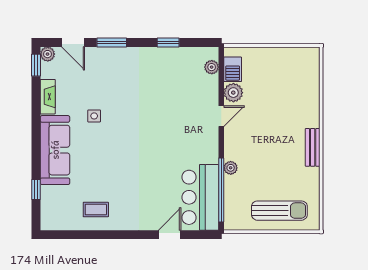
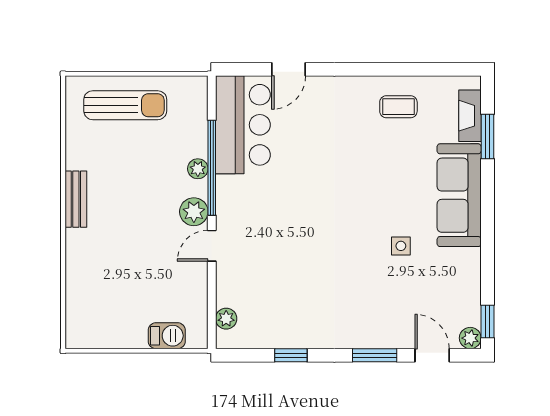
barbecue: (233, 69) -> (167, 336), moved, turned 90
plant: (233, 93) -> (194, 212), moved
fireplace: (48, 97) -> (470, 116), moved
window: (36, 190) -> (487, 136), width x1.50
window: (221, 190) -> (212, 168), moved
sun lounger: (279, 211) -> (125, 105), turned 180

